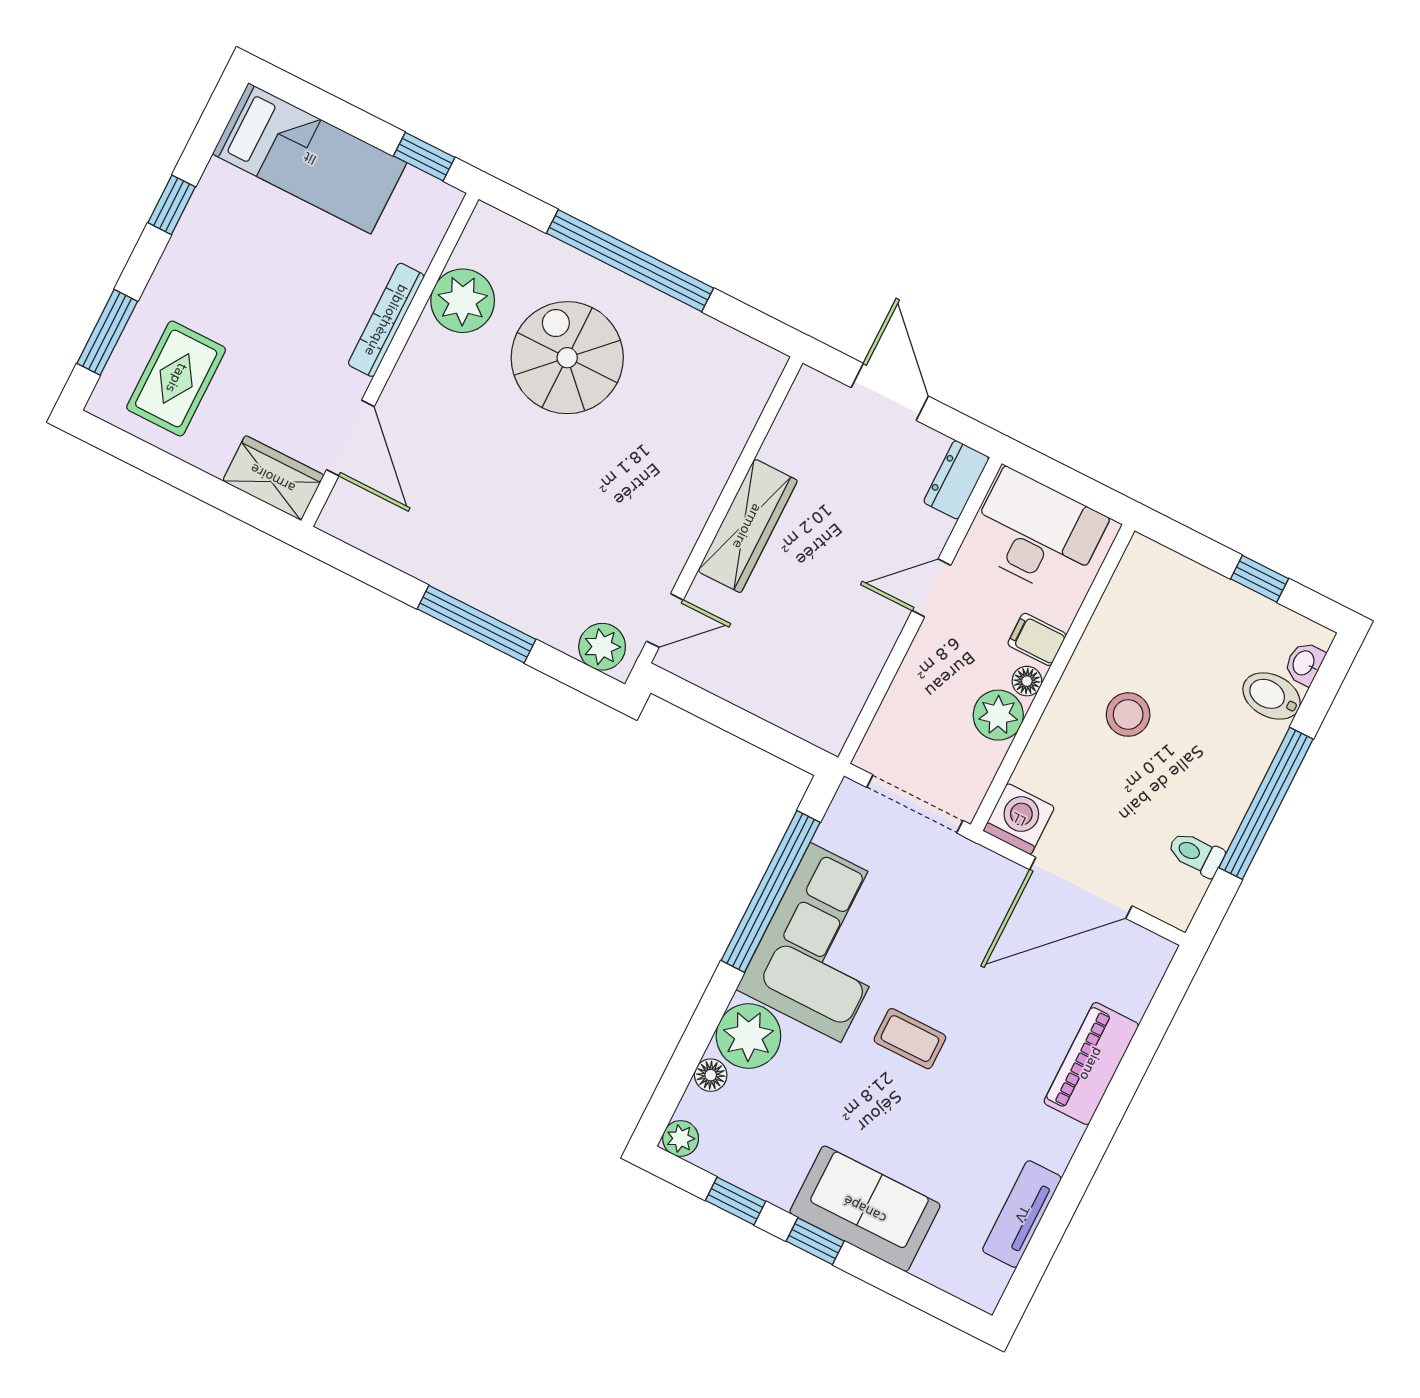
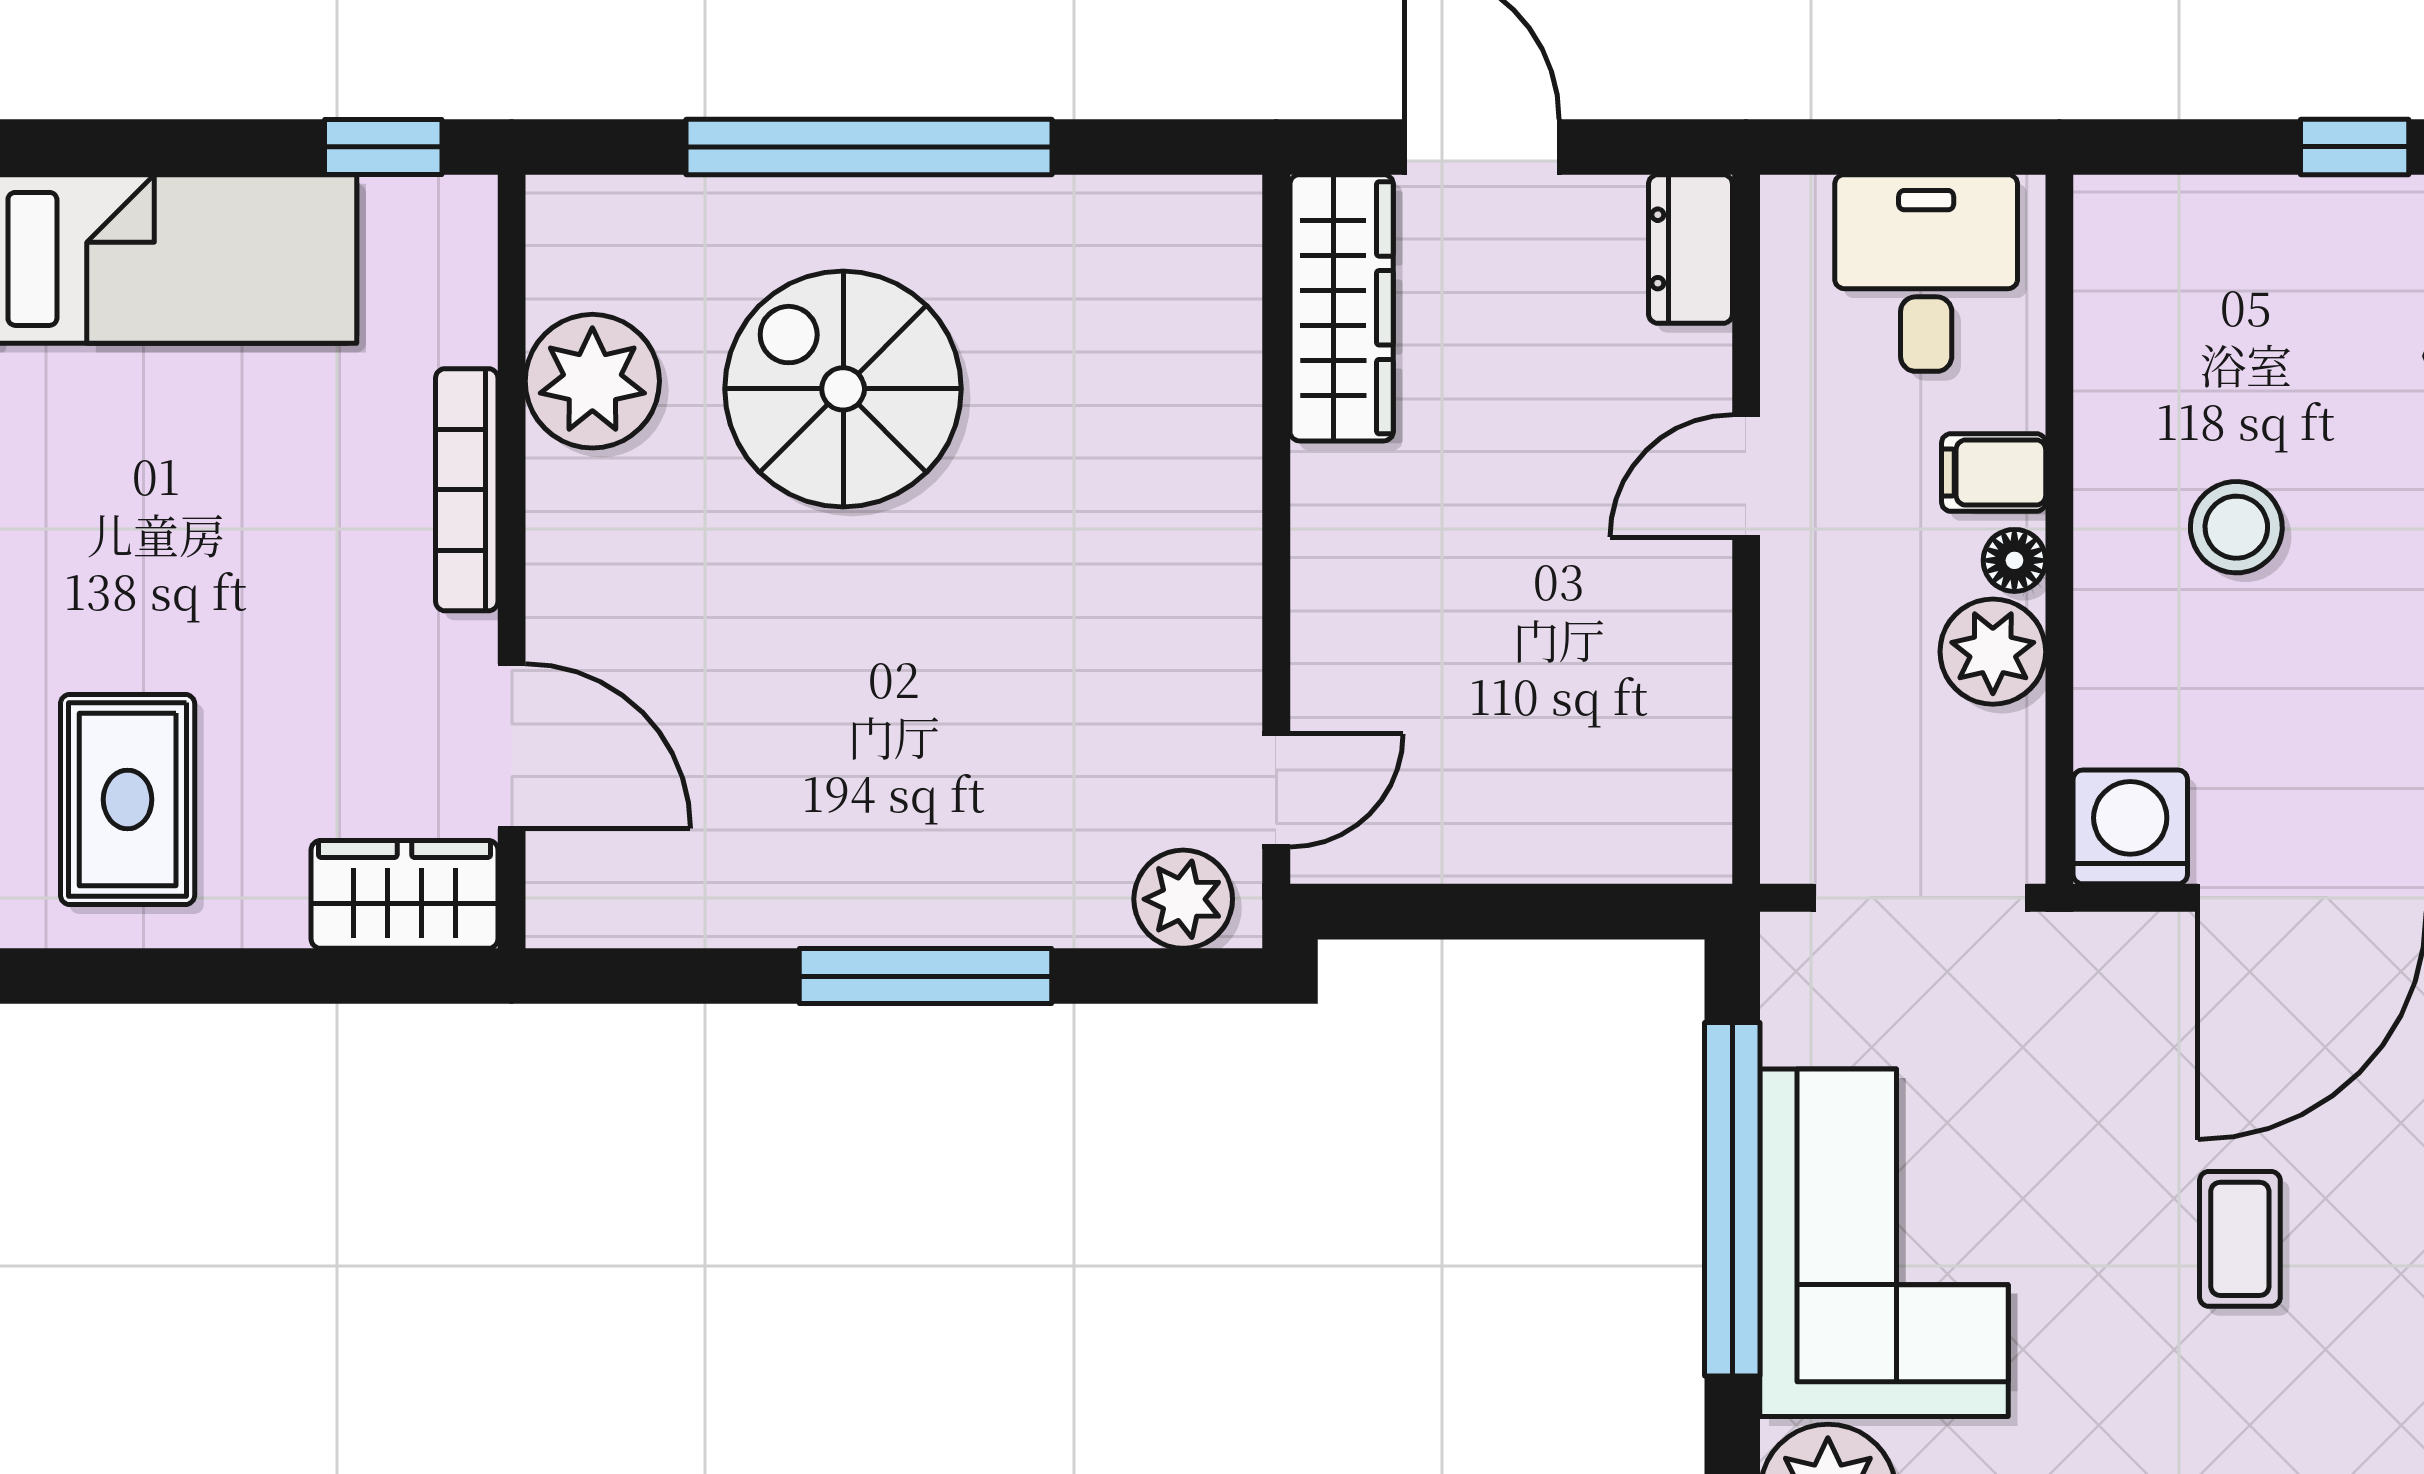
wardrobe: (747, 526) -> (1342, 308), moved
desk: (1037, 533) -> (1926, 273), width x0.73
coffee table: (910, 1039) -> (2240, 1239), moved, turned 90

